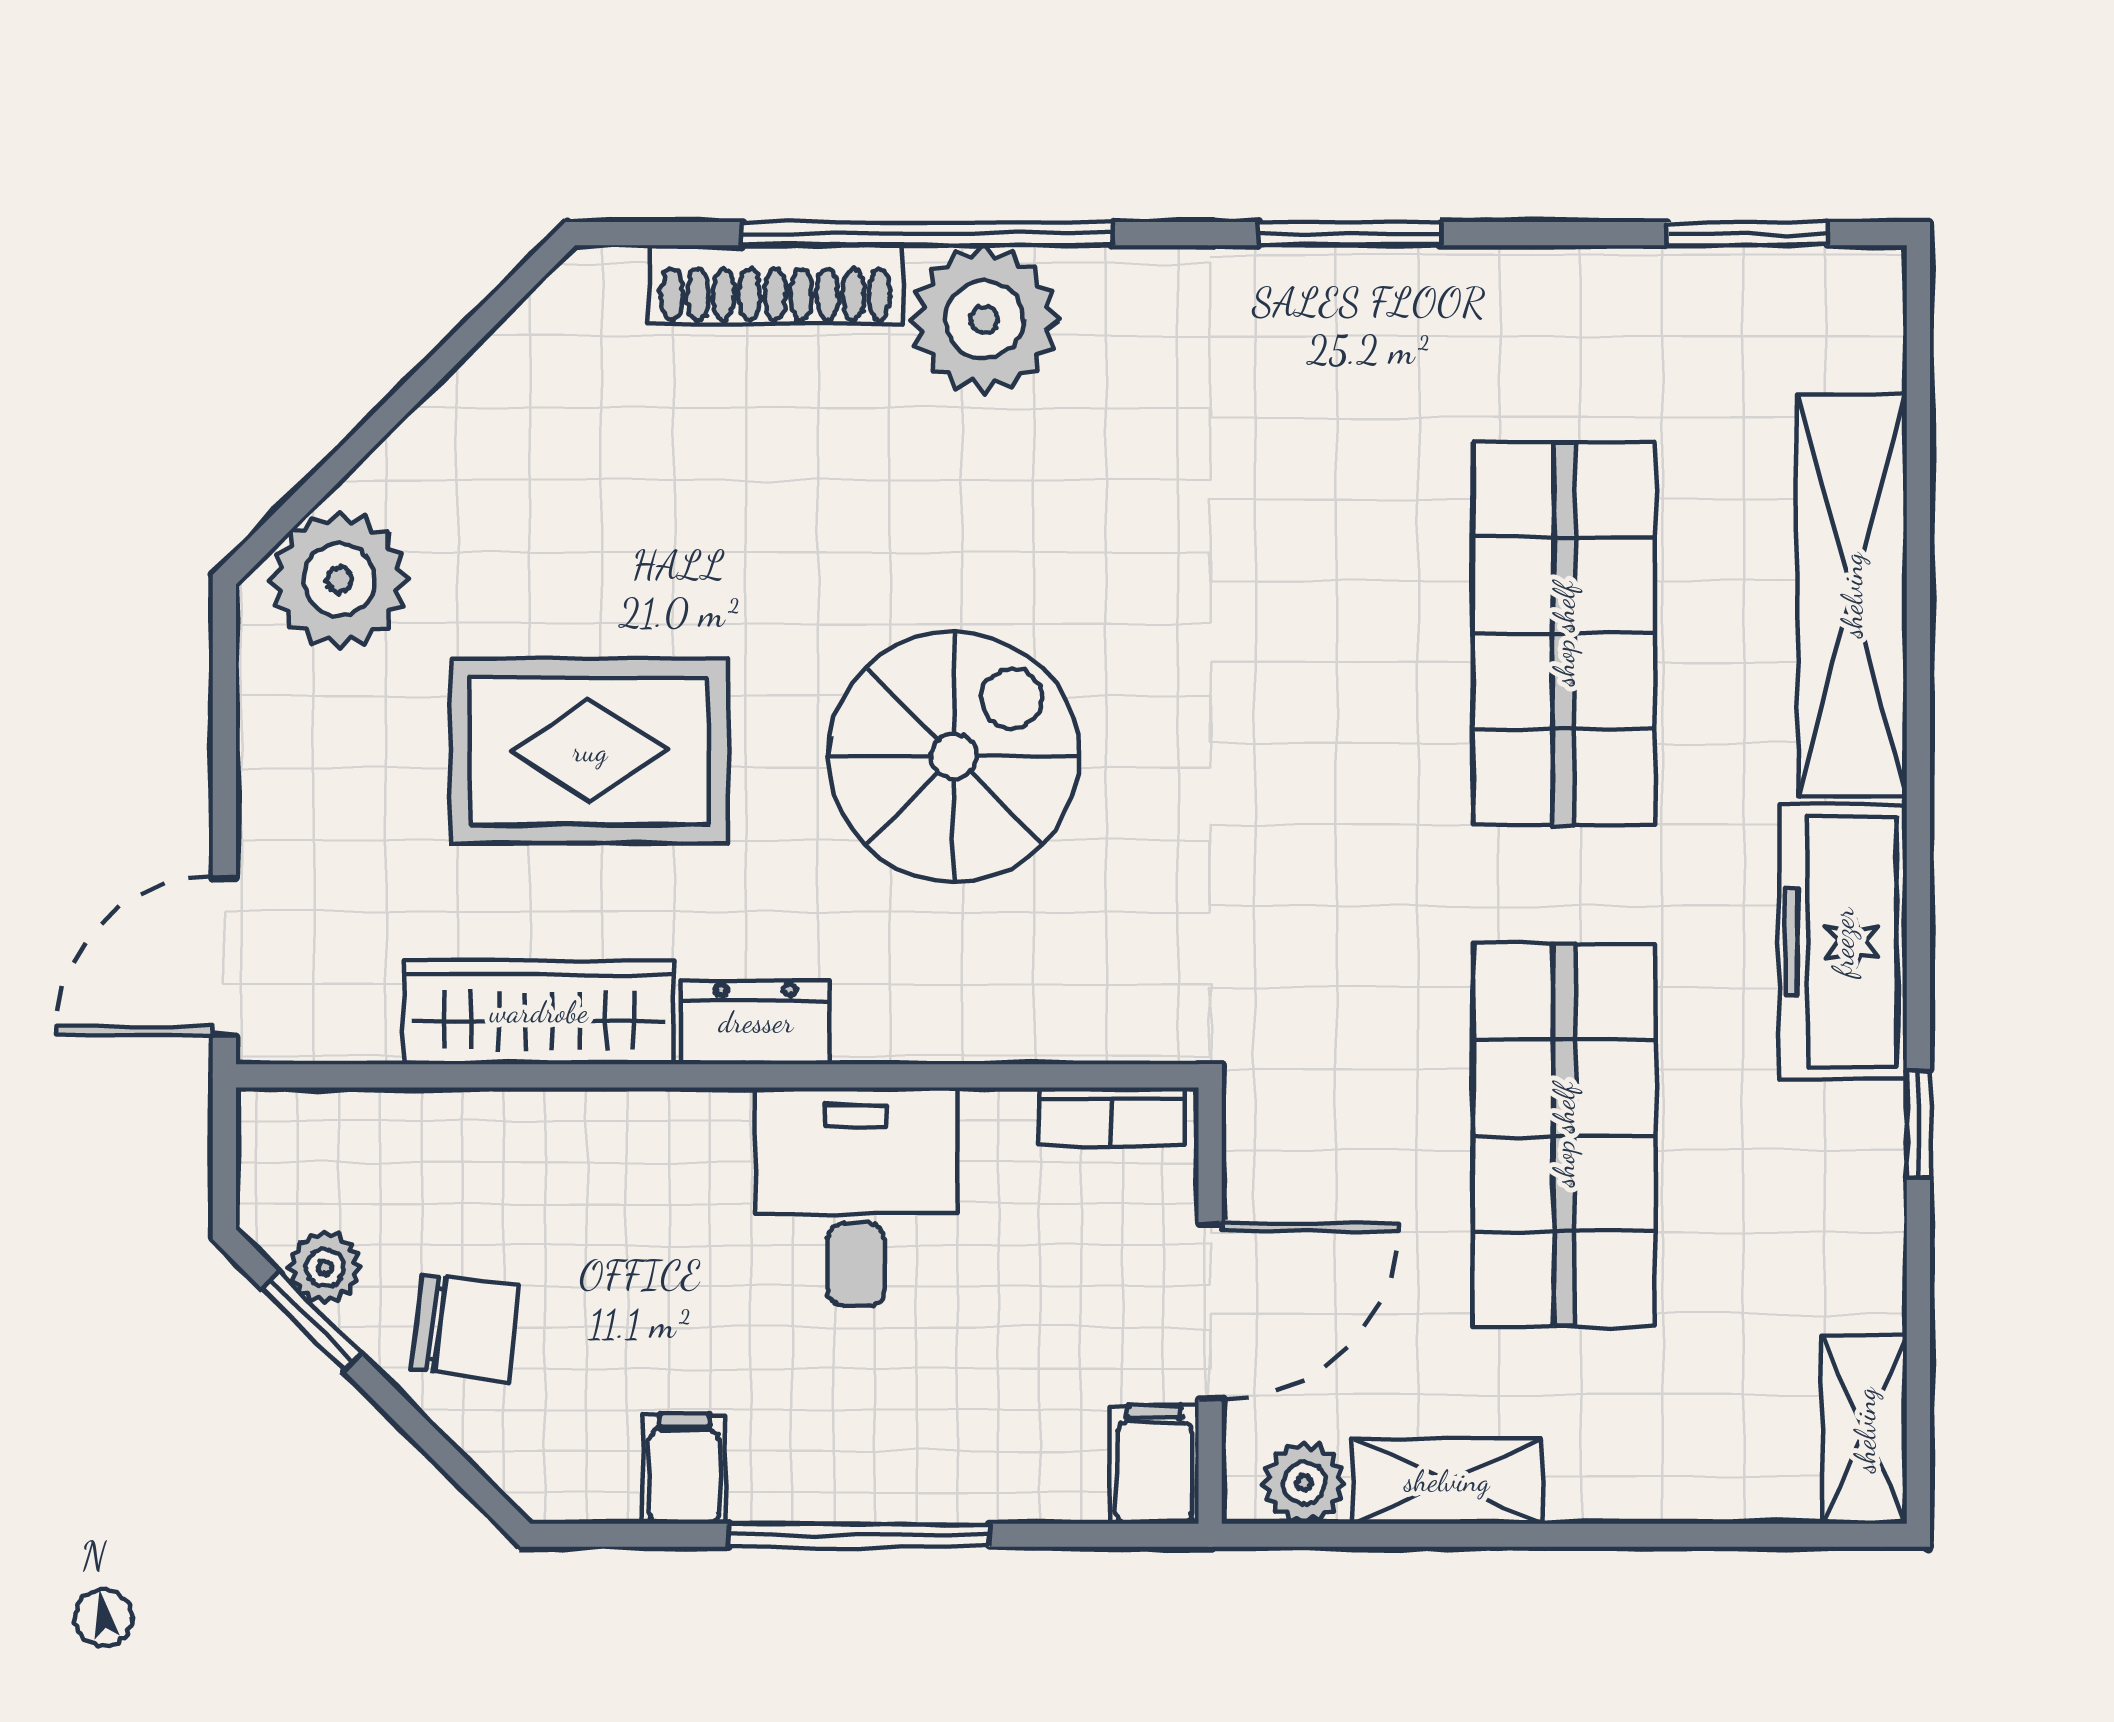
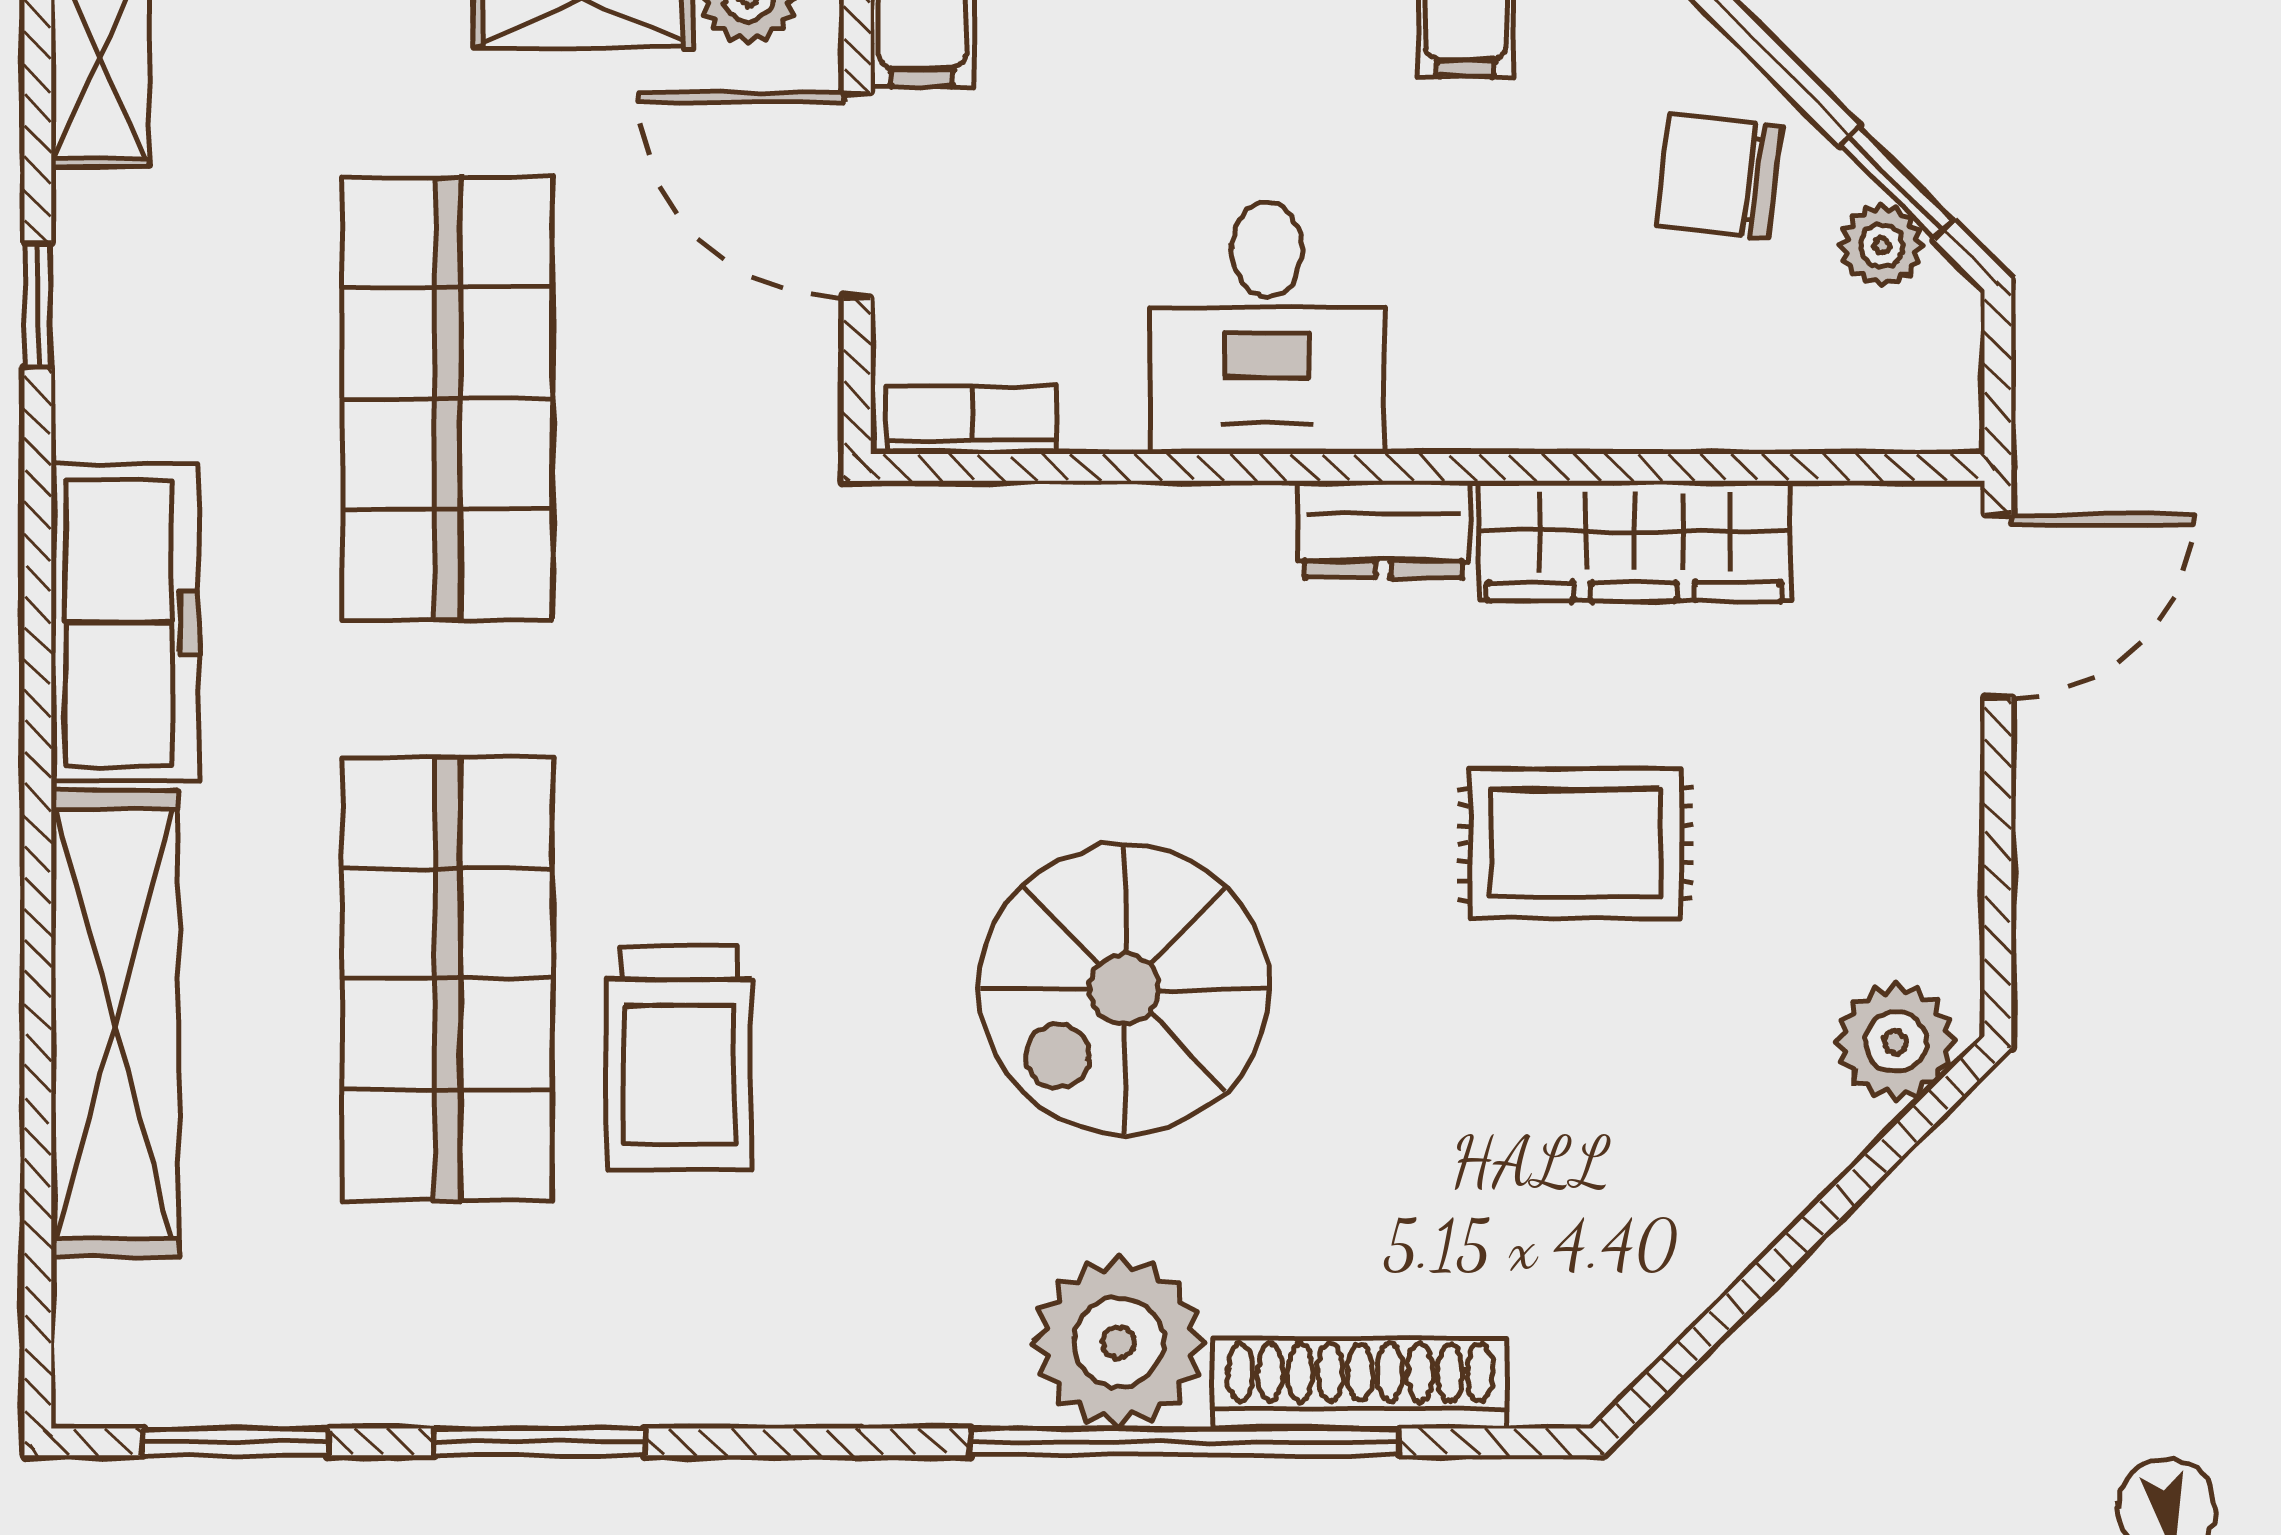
window: (1350, 234) -> (539, 1442), moved
trolley: (1364, 565) -> (679, 1059), added
plant: (339, 580) -> (1896, 1042), width x0.73, depth x0.73
rug: (590, 751) -> (1575, 844), width x0.73, depth x0.70
spiral stairs: (954, 756) -> (1124, 989), moved
window: (1918, 1124) -> (38, 305), moved
door: (1210, 1311) -> (857, 195), hinge flipped

